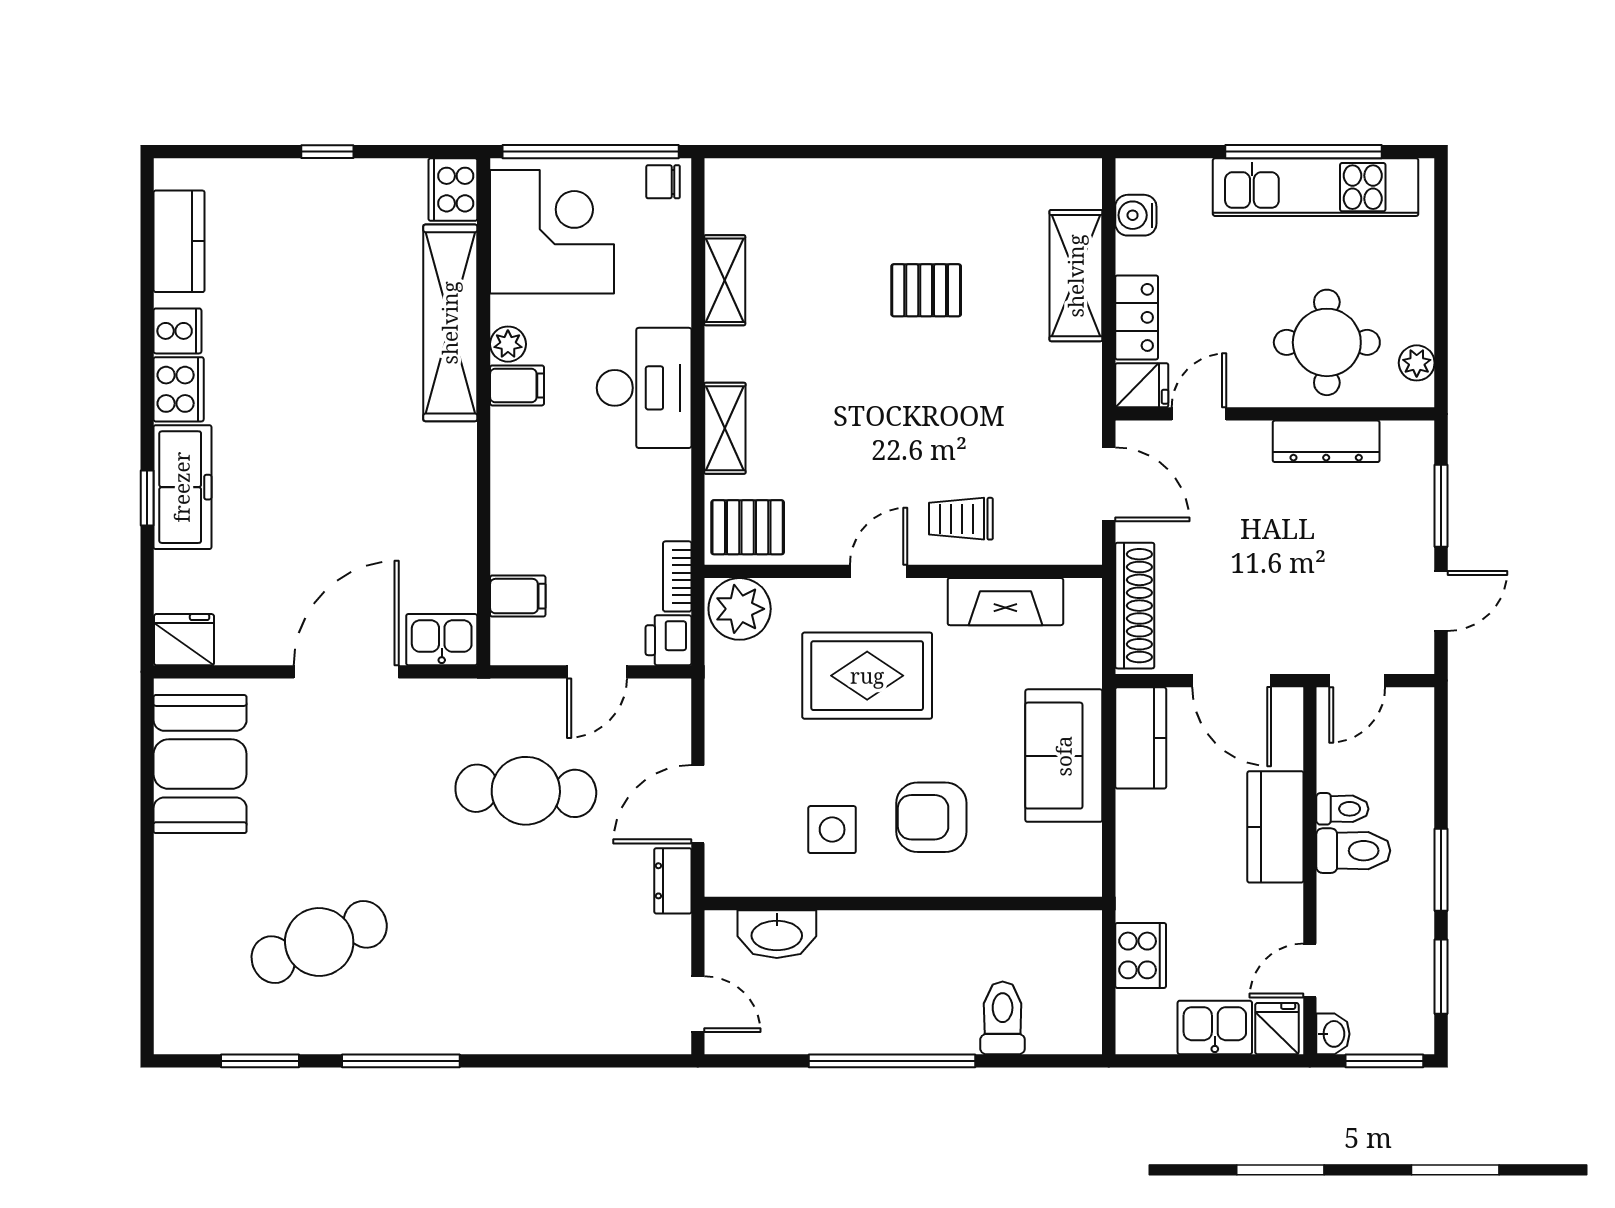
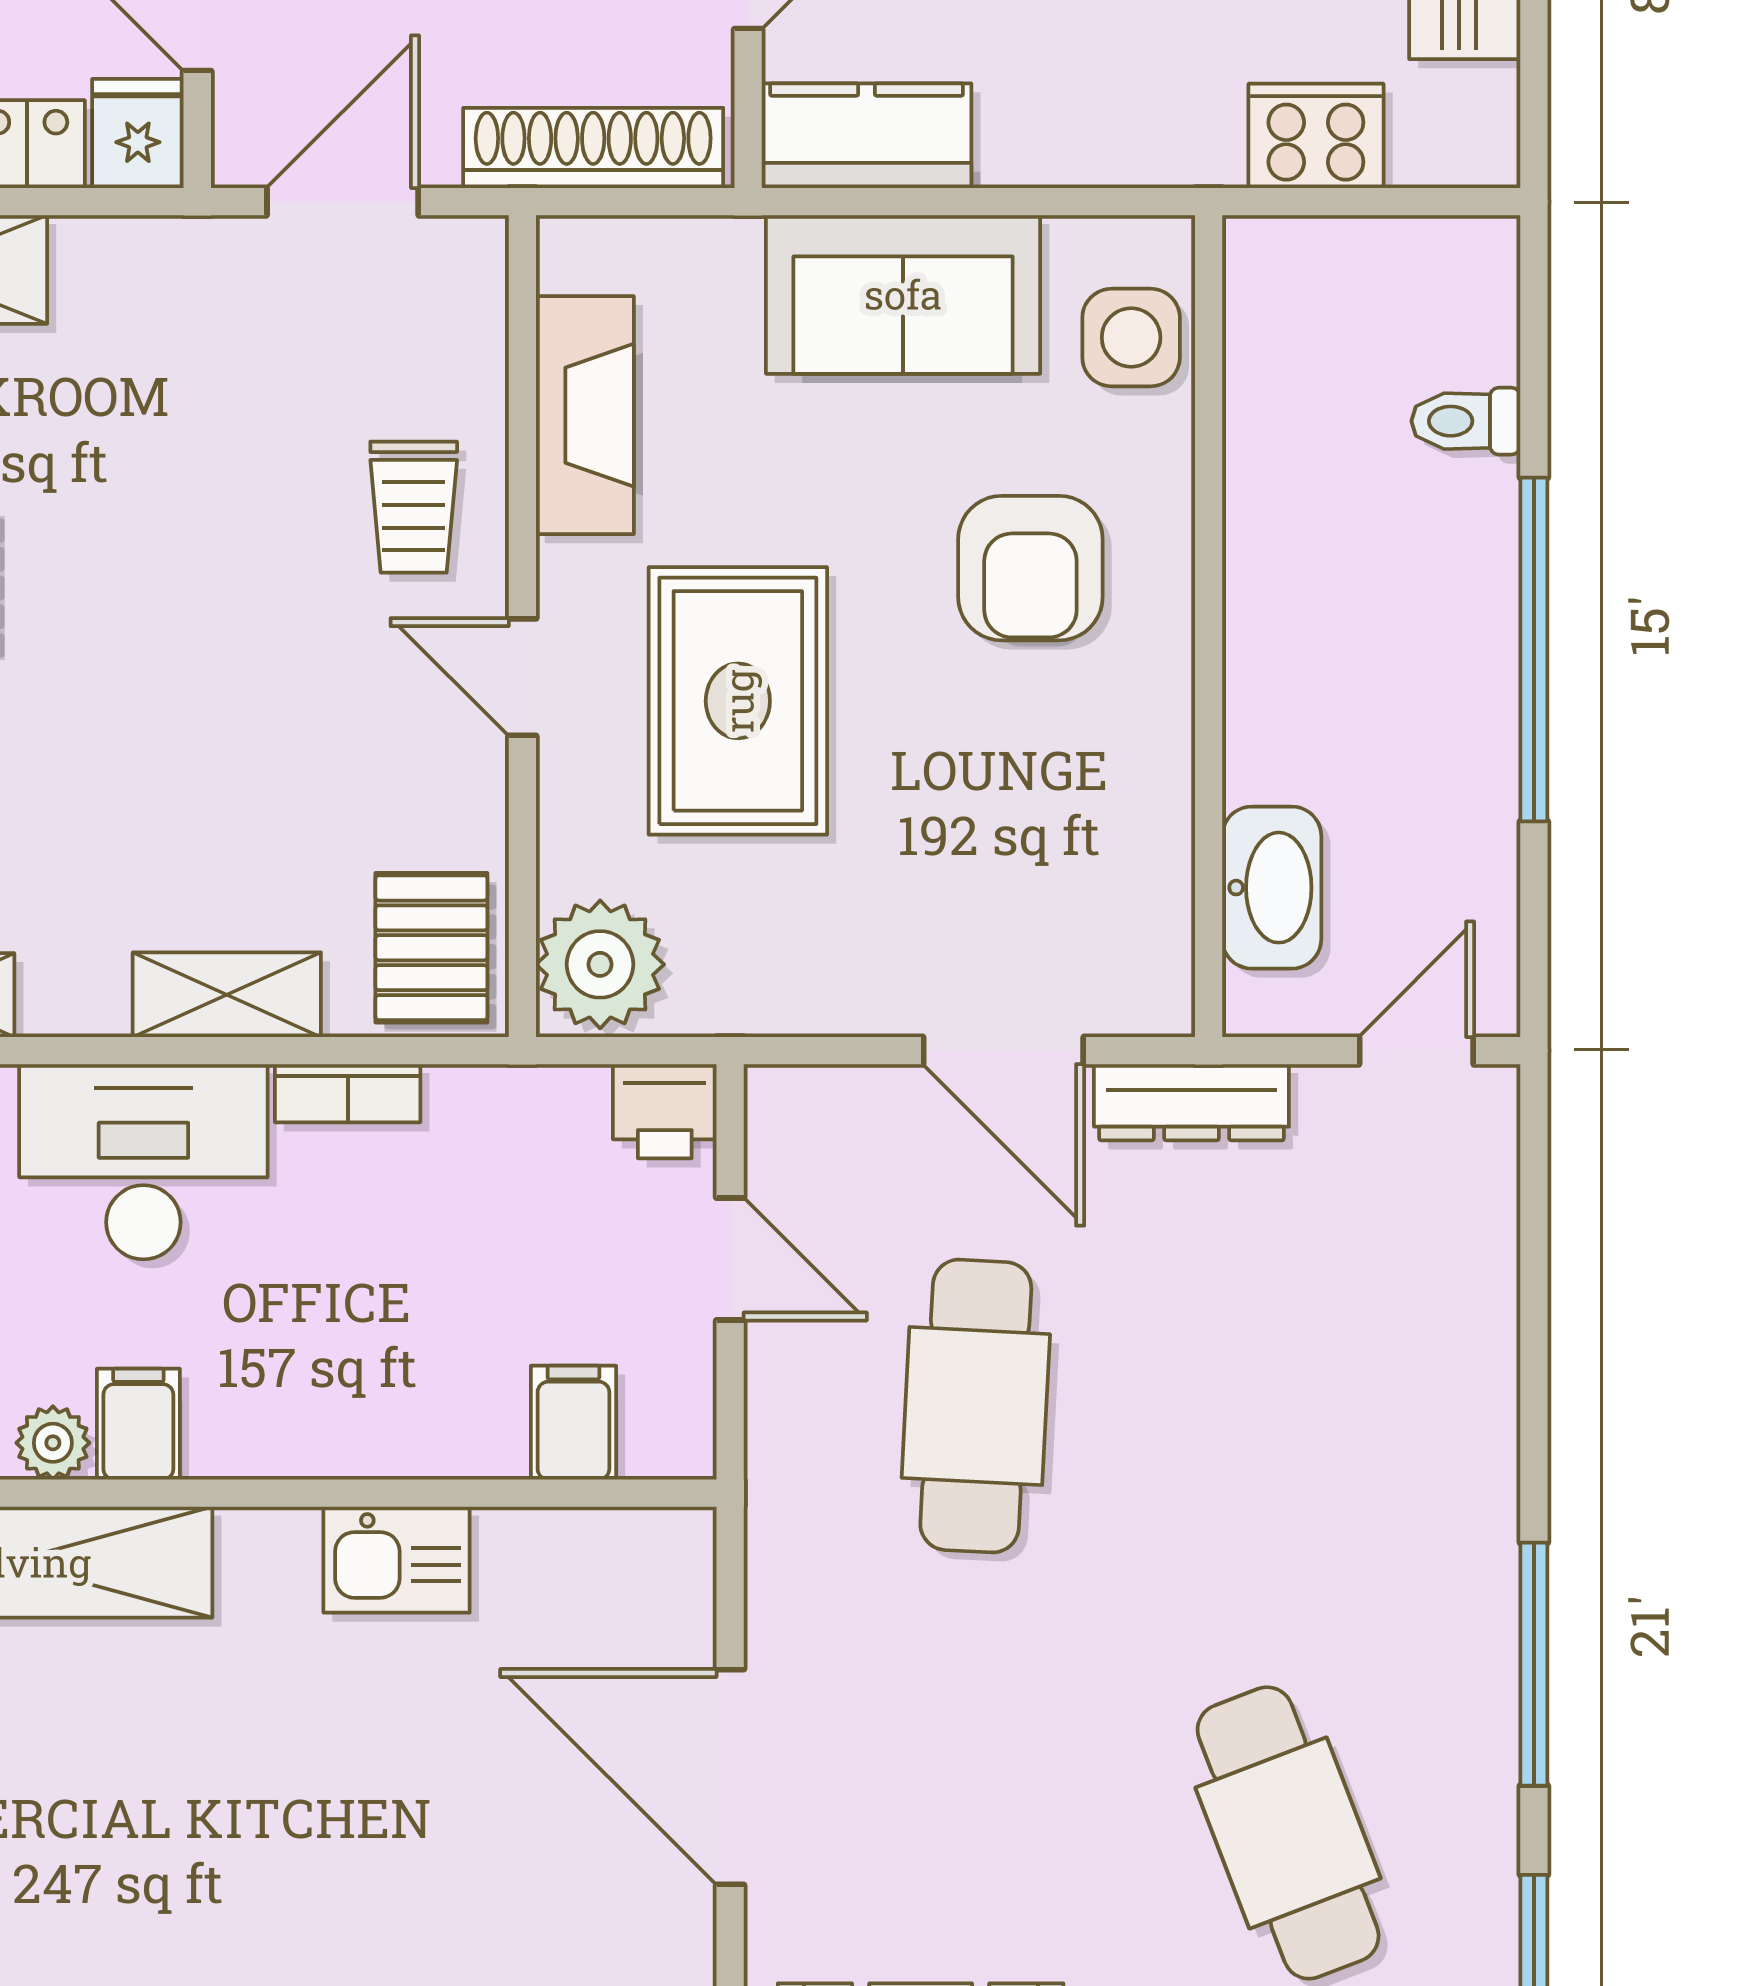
bookcase: (677, 576) -> (348, 1093), moved
kitchen sink: (442, 640) -> (397, 1560), moved, turned -90
side table: (832, 830) -> (1131, 338), moved
dresser: (673, 881) -> (1191, 1102), width x1.44
toilet: (1003, 1018) -> (1466, 421), width x0.73, depth x0.72

